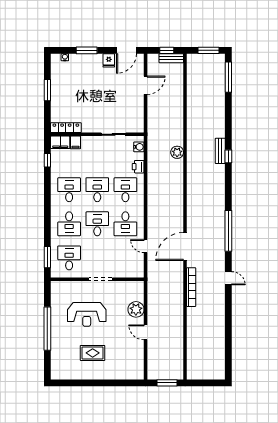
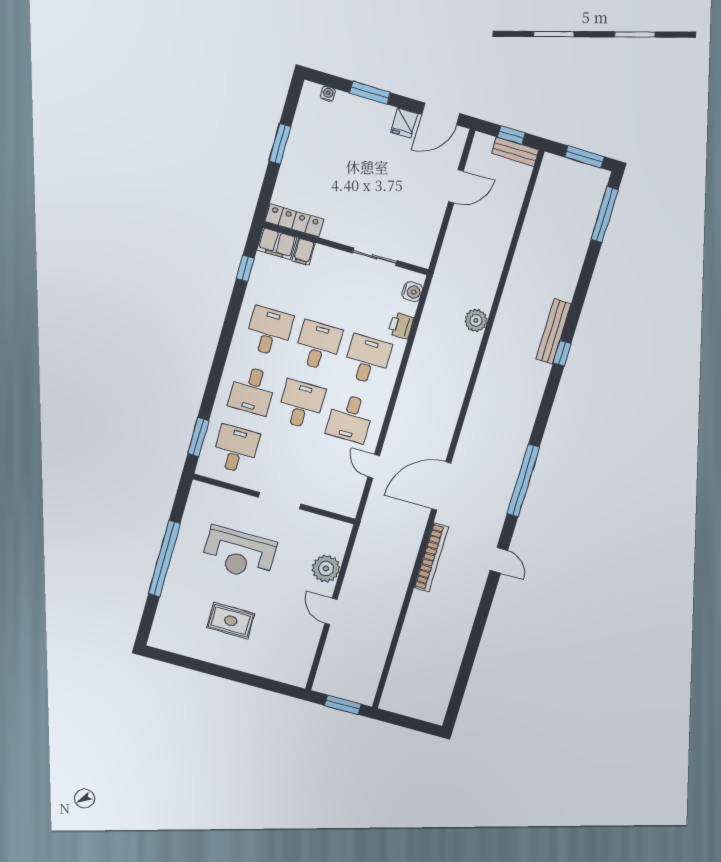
bench: (220, 151) -> (553, 331), width x1.36

